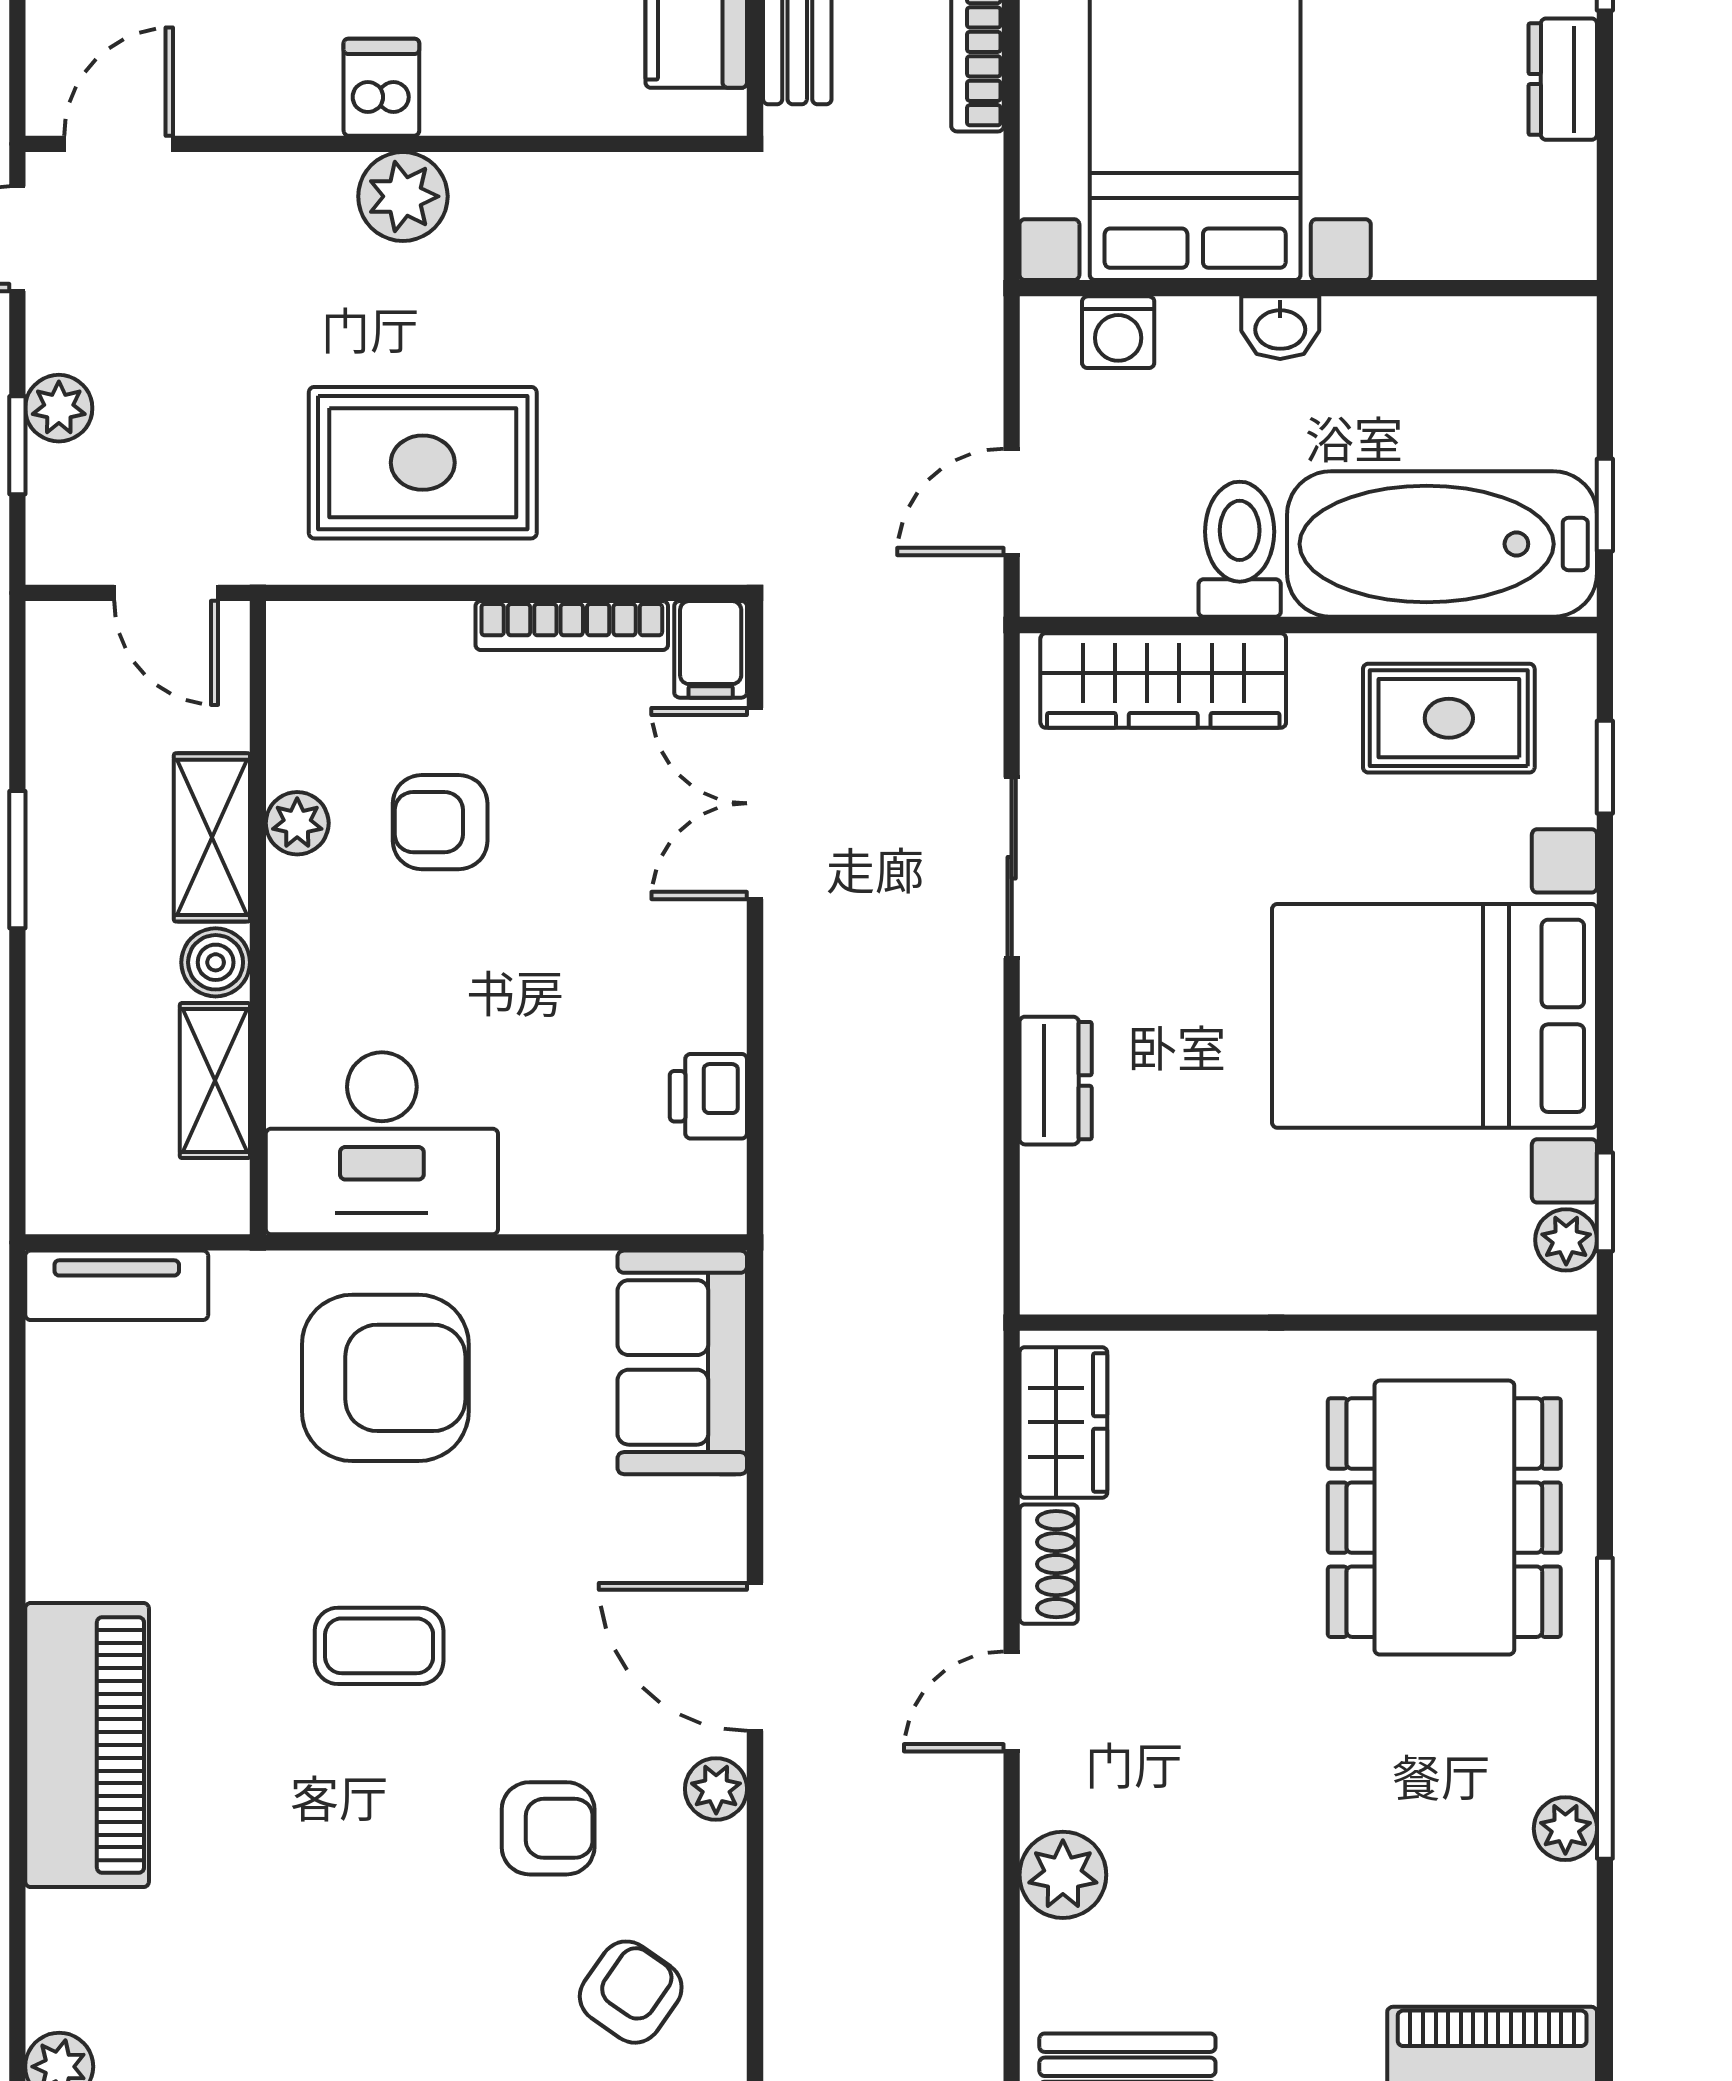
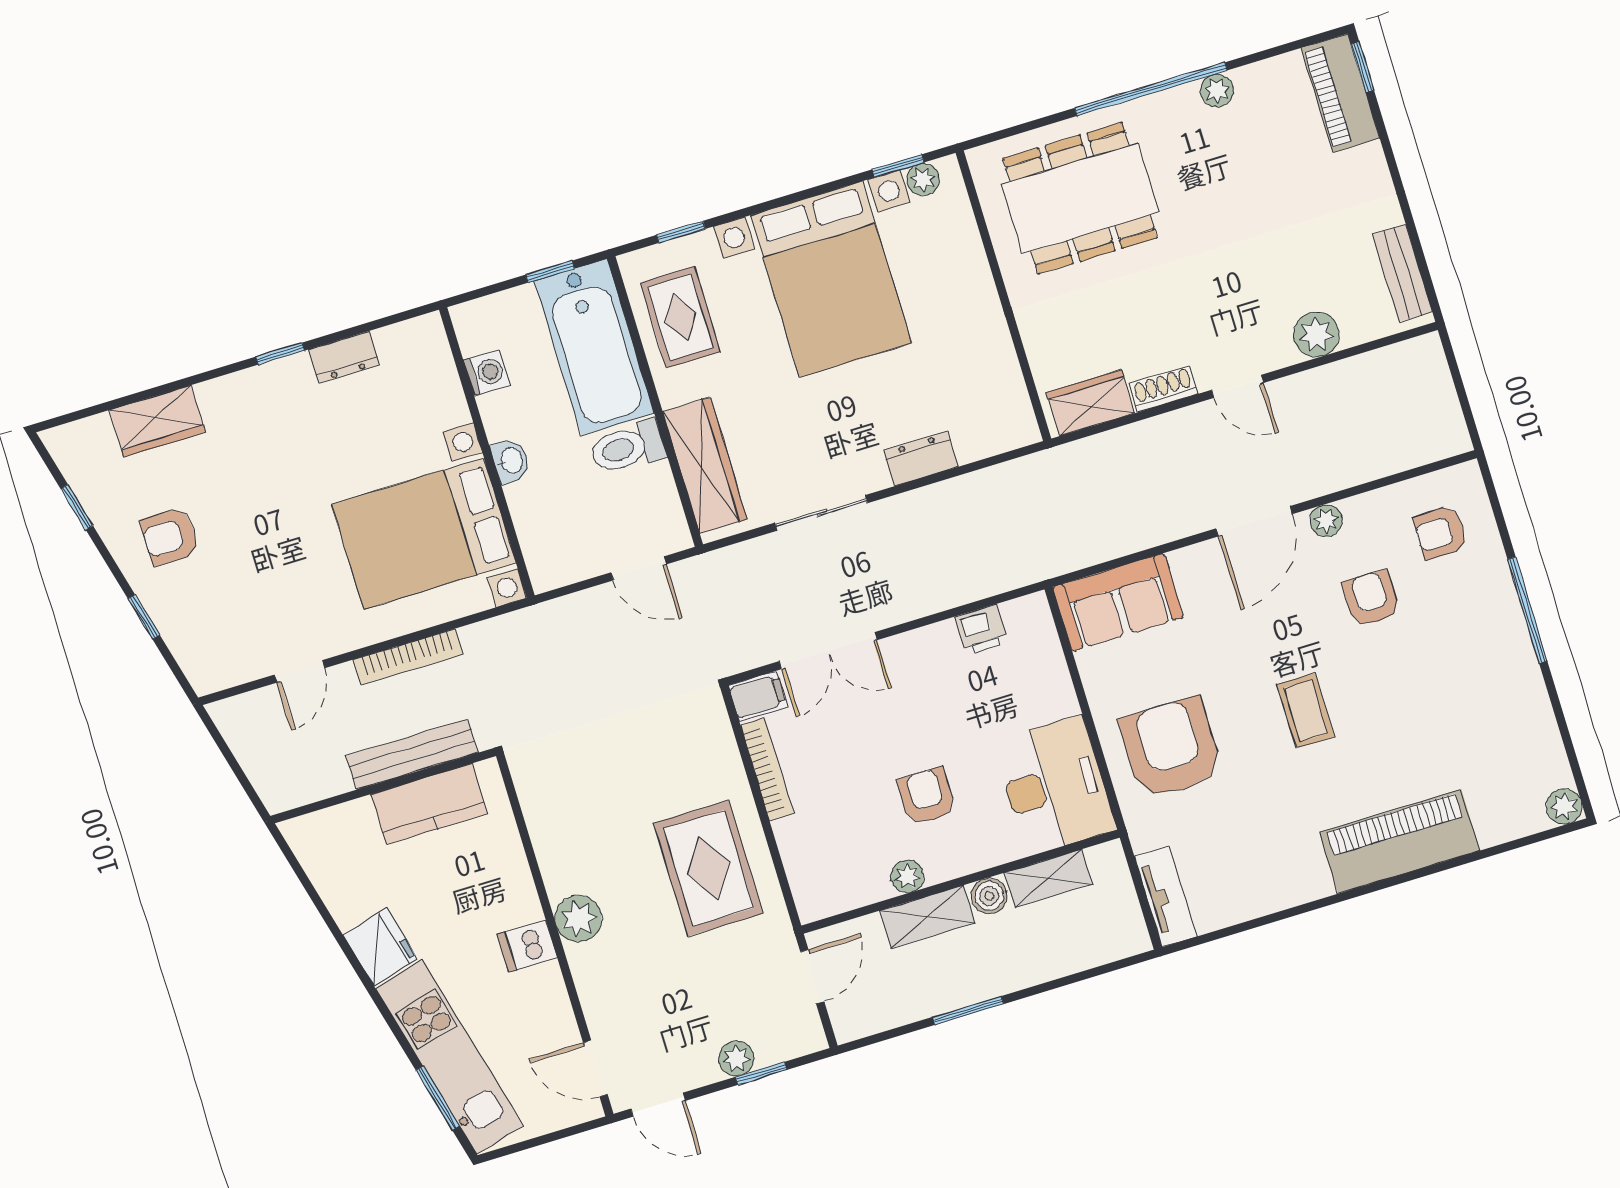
washing machine: (1118, 332) -> (487, 372), moved
armchair: (440, 822) -> (927, 796), moved, turned 180
armchair: (631, 1992) -> (1440, 532), turned -35

